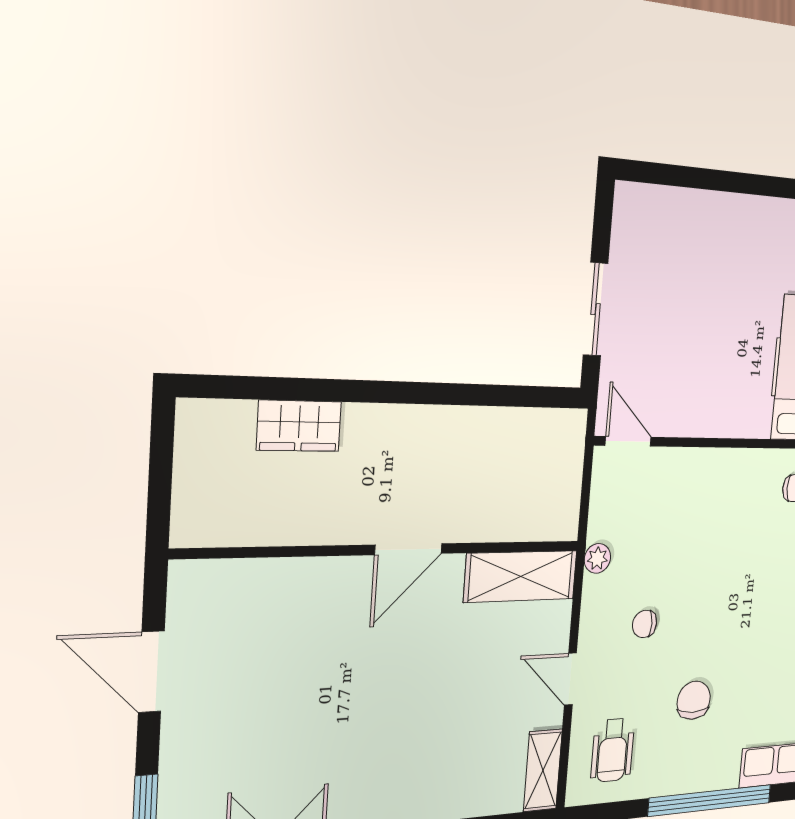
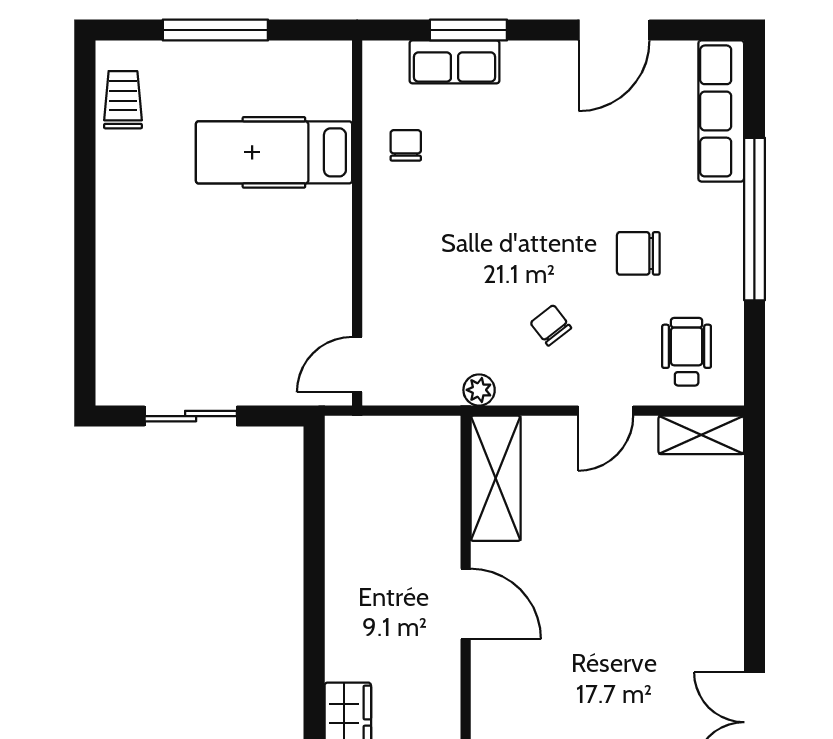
sliding door: (596, 309) -> (191, 416), moved
chair: (644, 624) -> (551, 325), turned 142
wheelchair: (613, 750) -> (687, 352), turned -90

